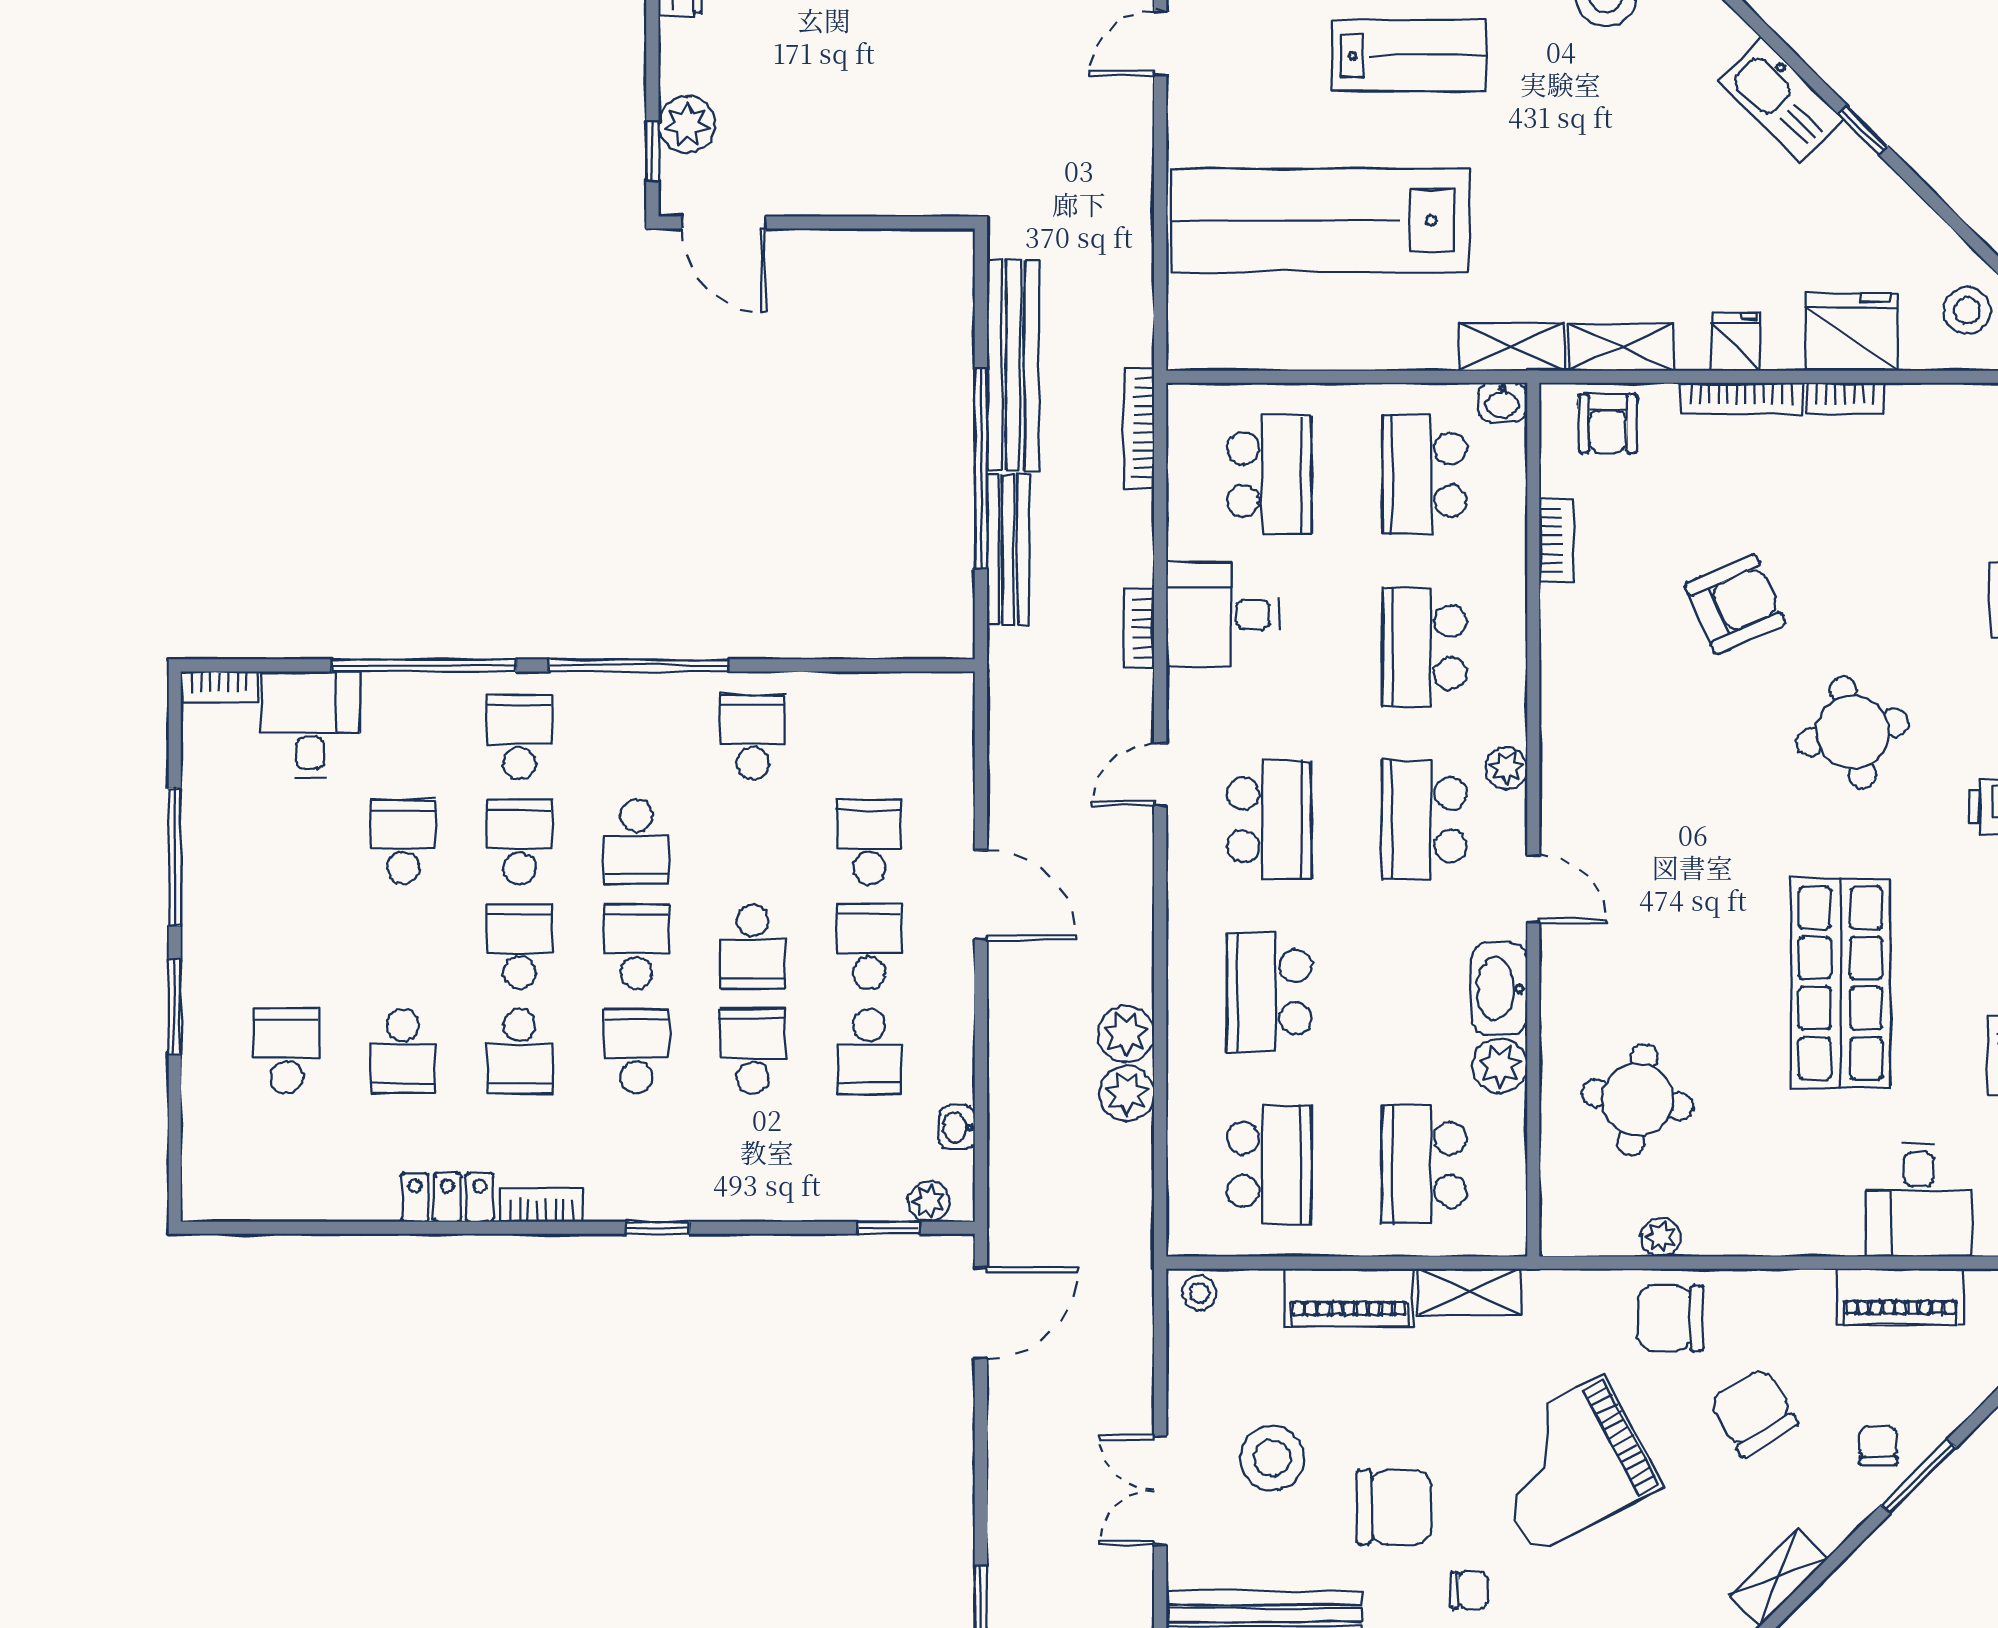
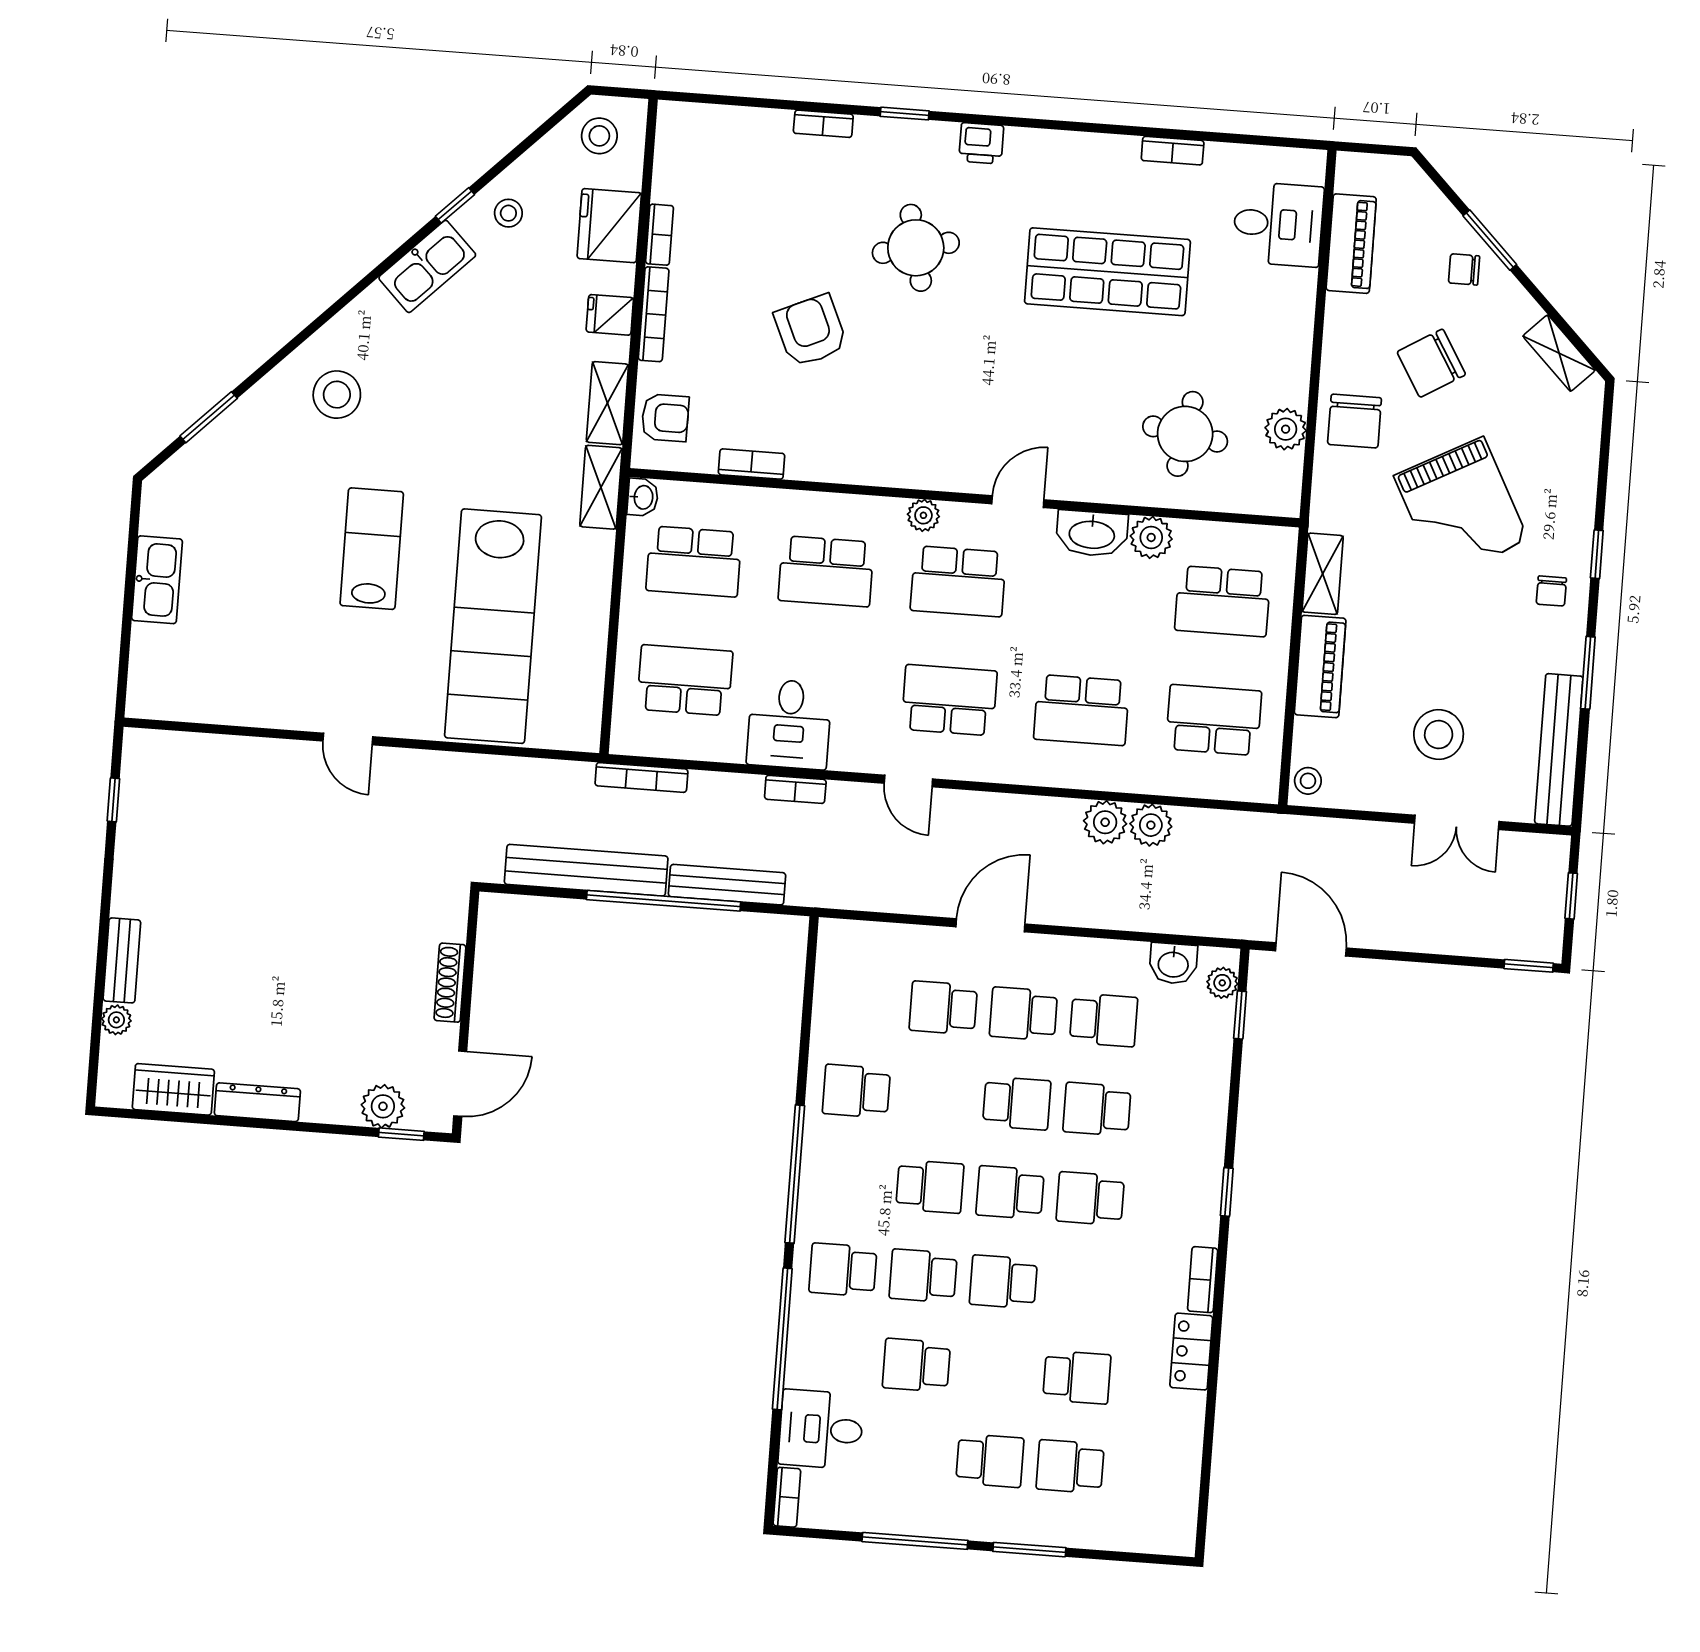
shoe rack: (854, 199) -> (450, 983), added
stool: (1858, 200) -> (508, 213), added
school desk: (520, 1051) -> (990, 1461), moved
washbasin: (957, 1128) -> (1173, 963), width x1.38, depth x1.45
plant: (1661, 1237) -> (1286, 429), width x1.38, depth x1.38
chair: (1394, 1507) -> (1483, 644), removed
chair: (1469, 1590) -> (1551, 591), turned 180

